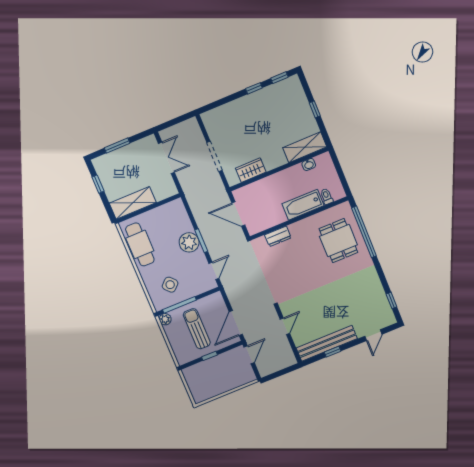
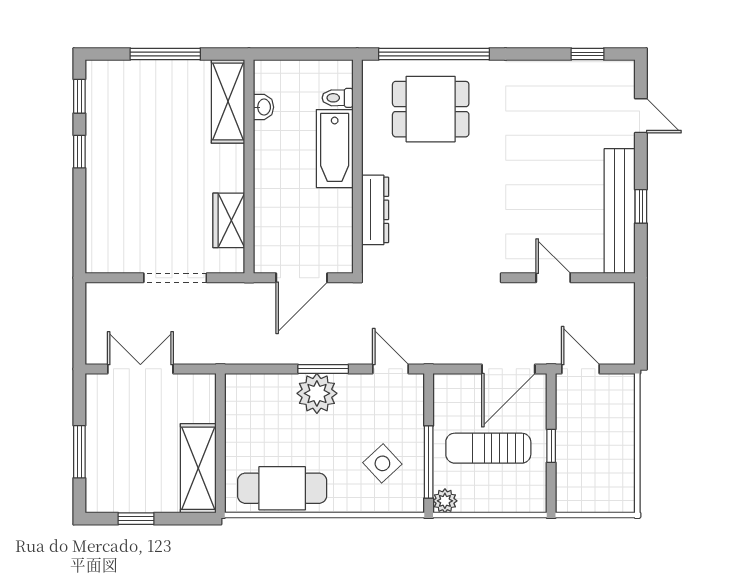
window: (315, 109) -> (165, 54), width x2.17
dresser: (278, 236) -> (375, 210), width x1.44
door: (236, 323) -> (508, 369), hinge flipped

